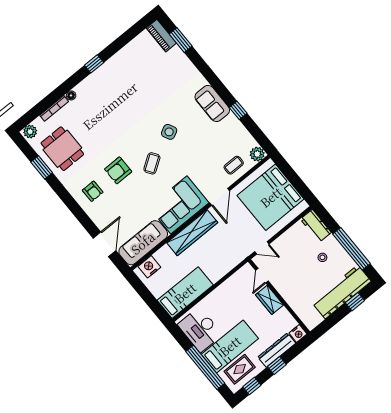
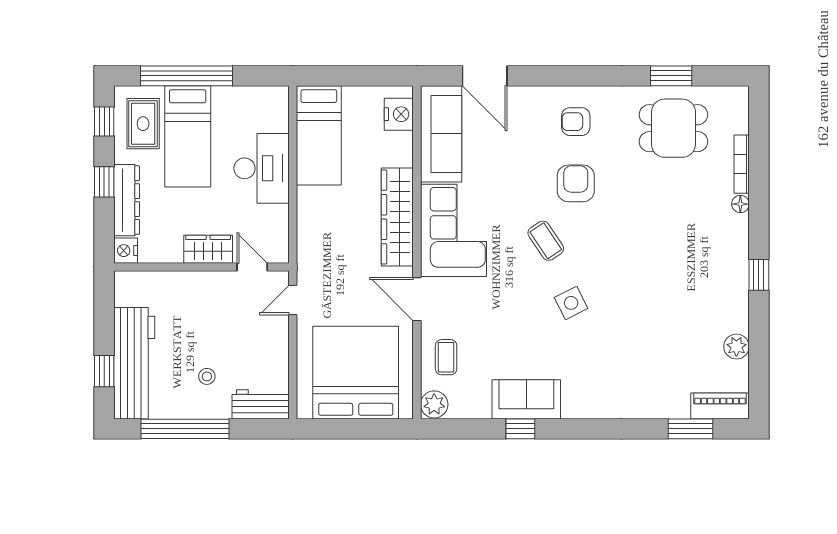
sofa: (212, 103) -> (526, 399), moved
plant: (30, 132) -> (736, 347), moved
desk: (200, 330) -> (262, 168), moved, turned 90

